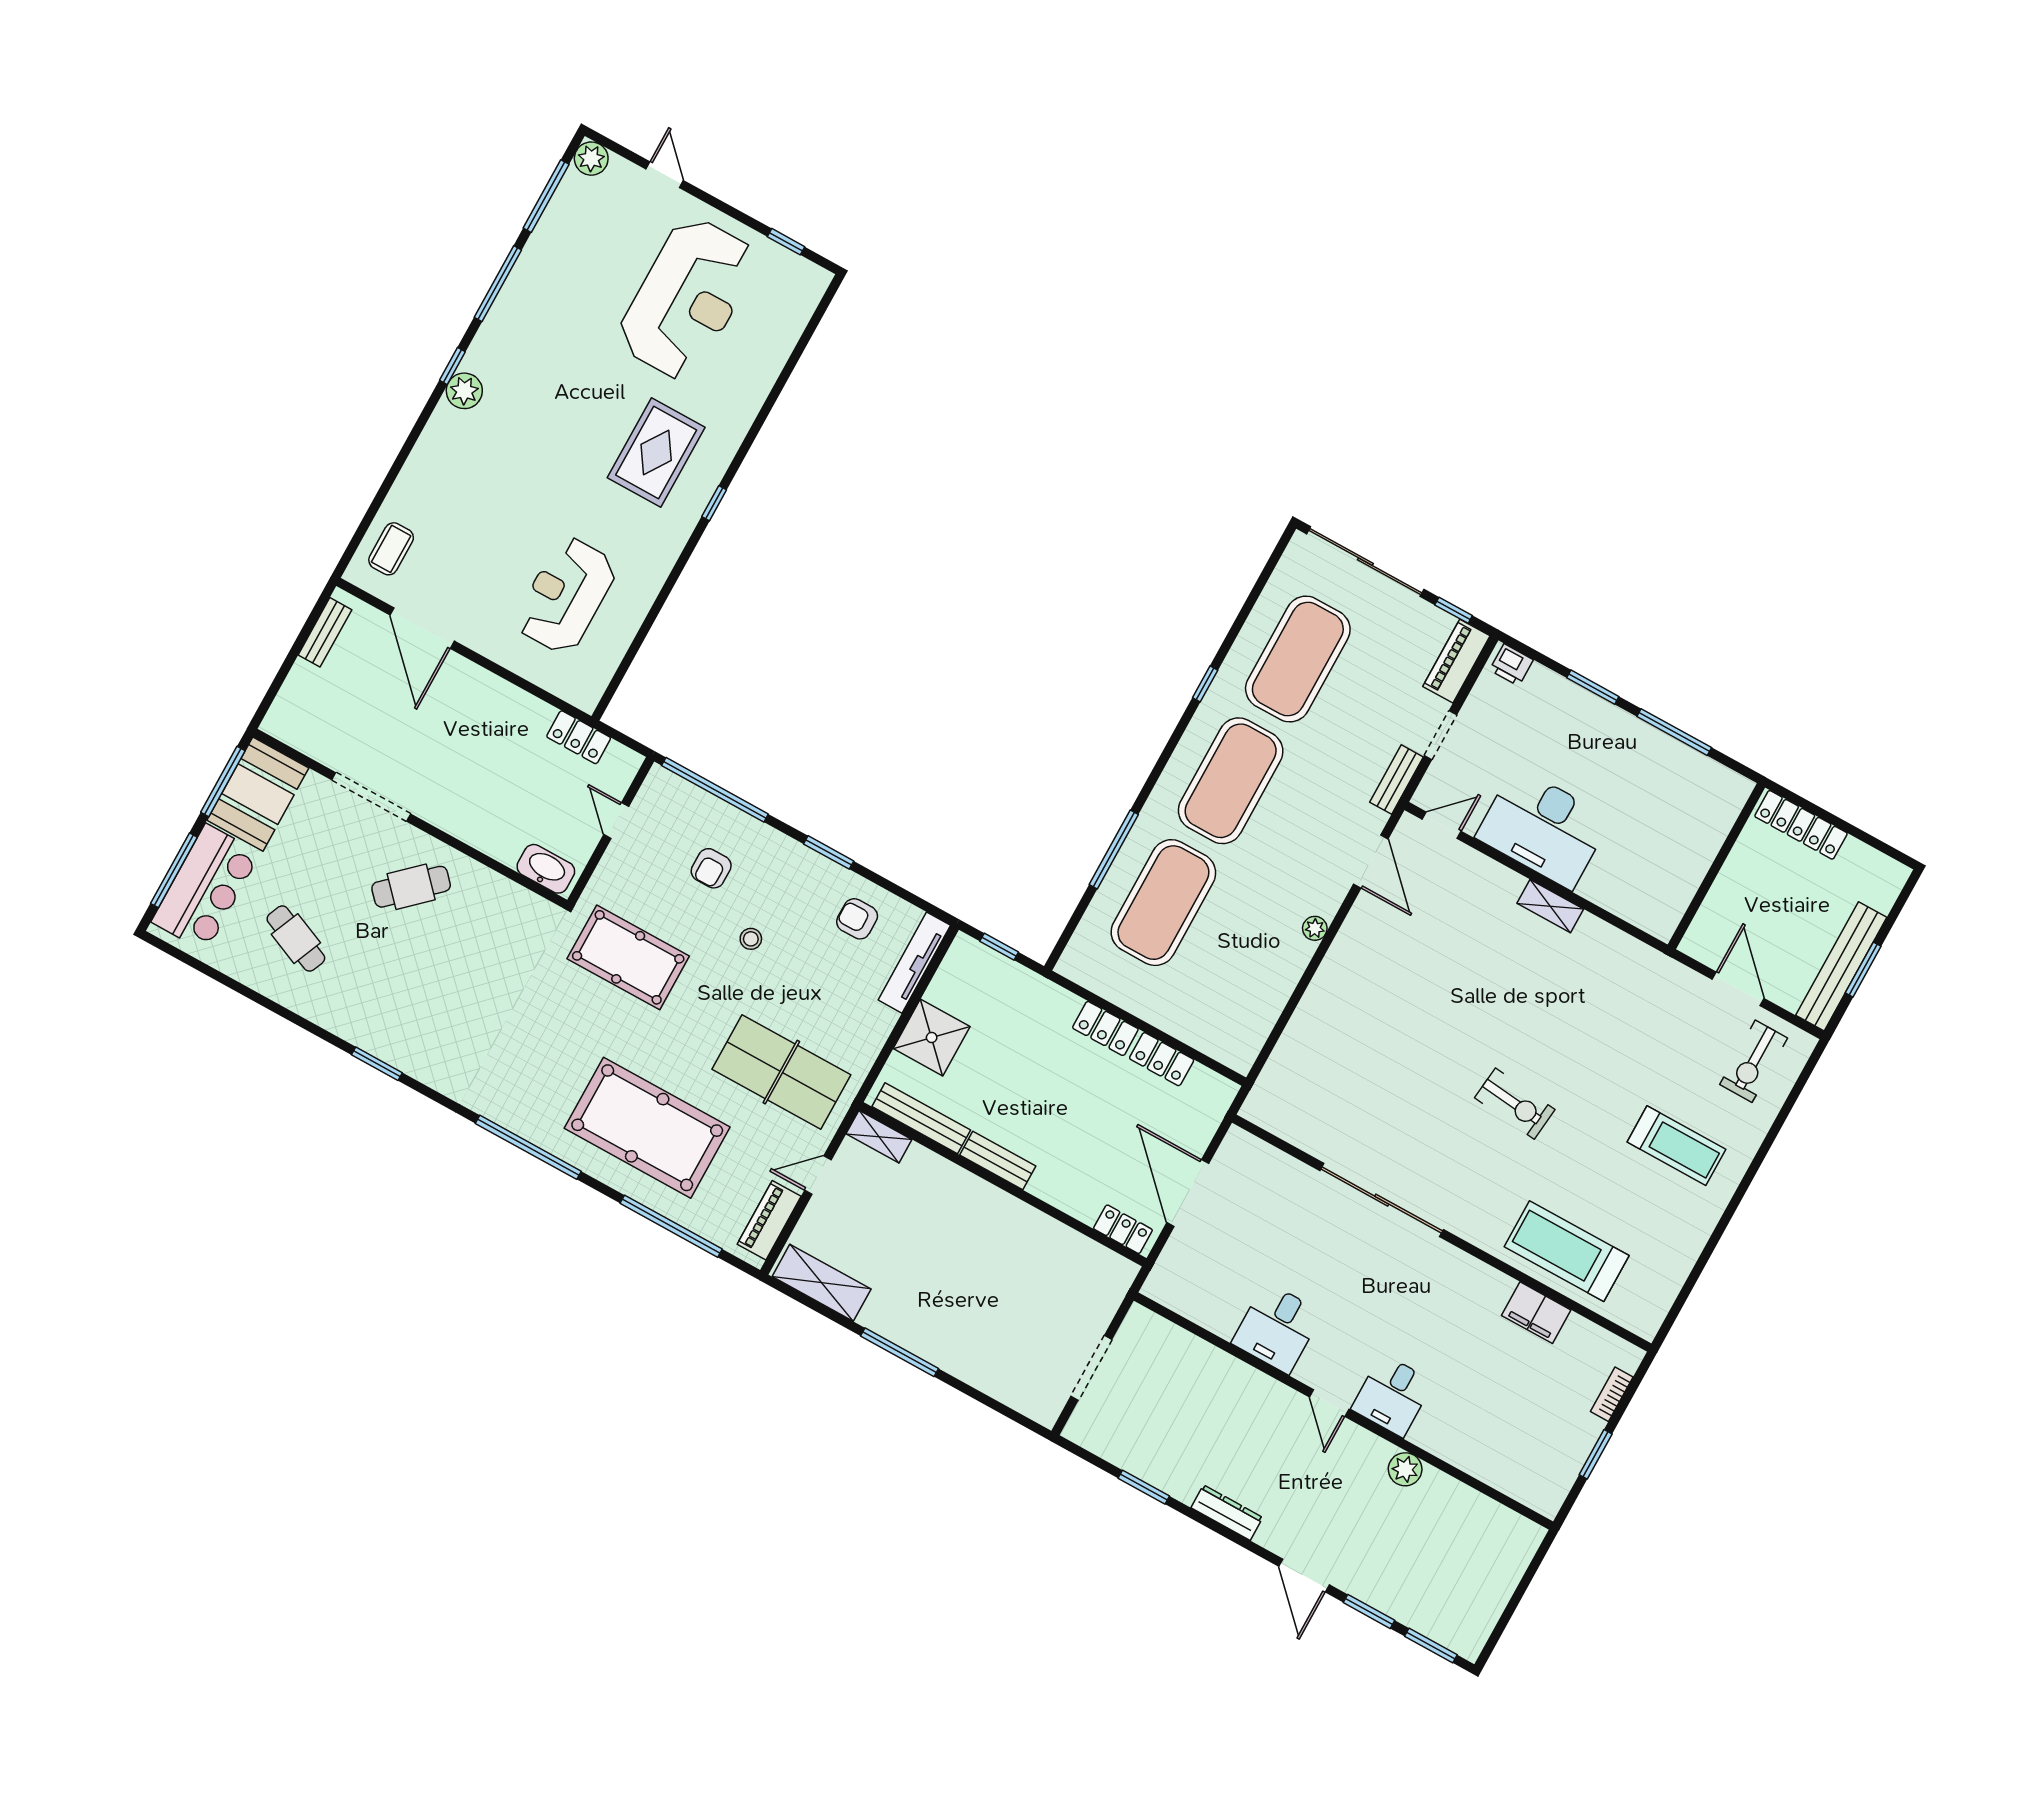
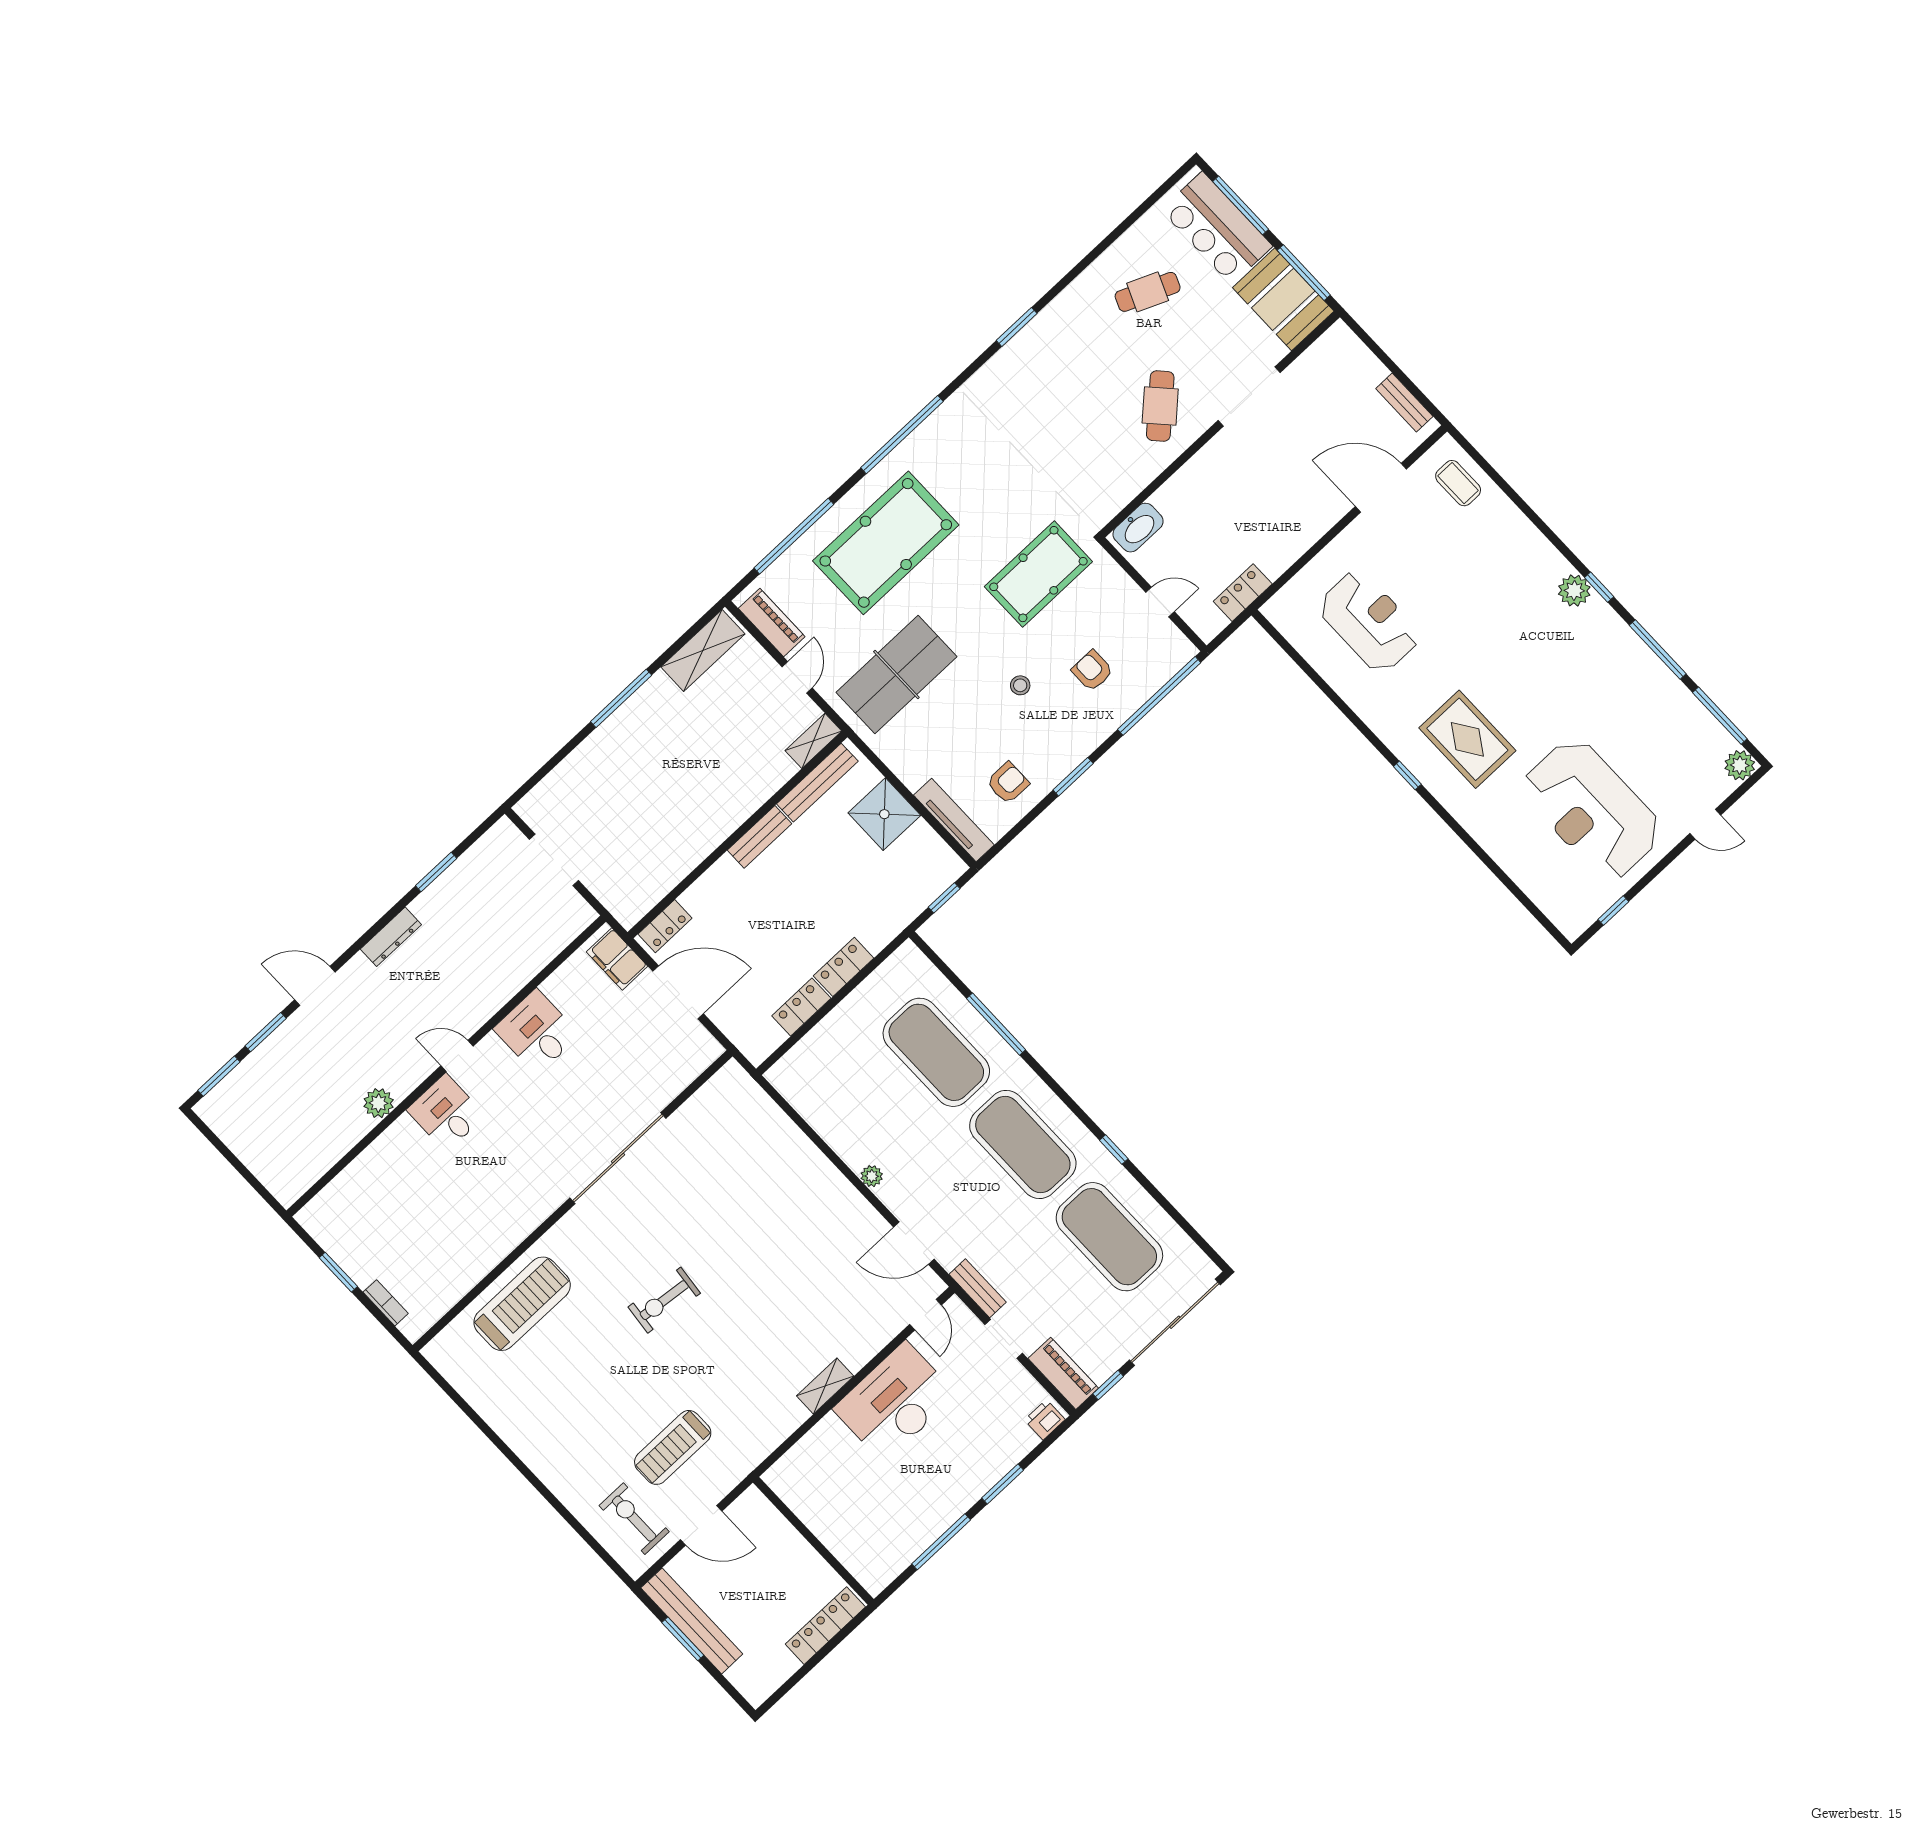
treadmill: (1676, 1146) -> (673, 1447), moved
filing cabinet: (1536, 1313) -> (617, 959), moved, turned -90

